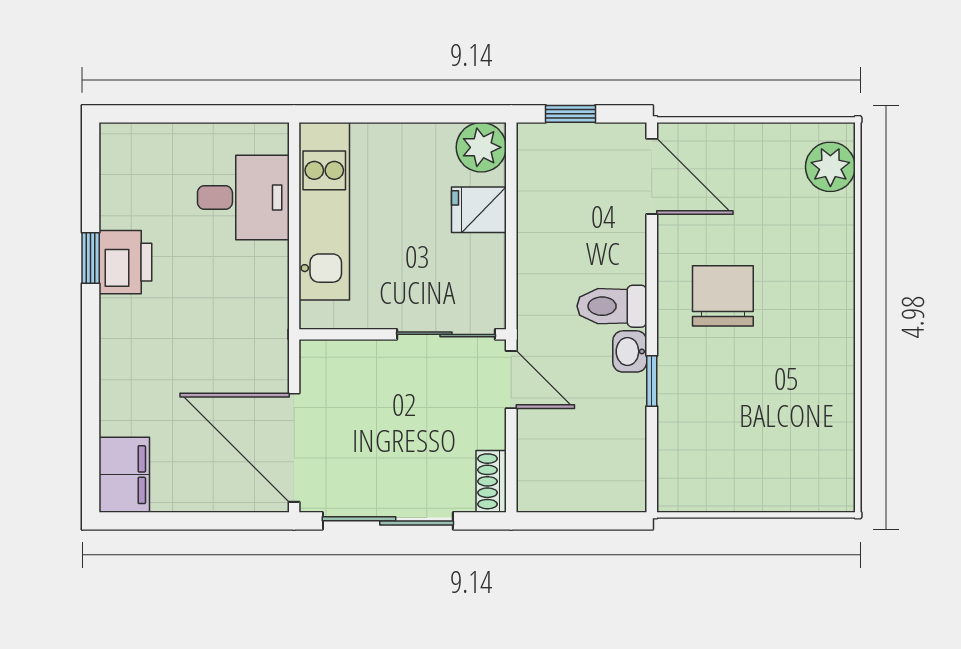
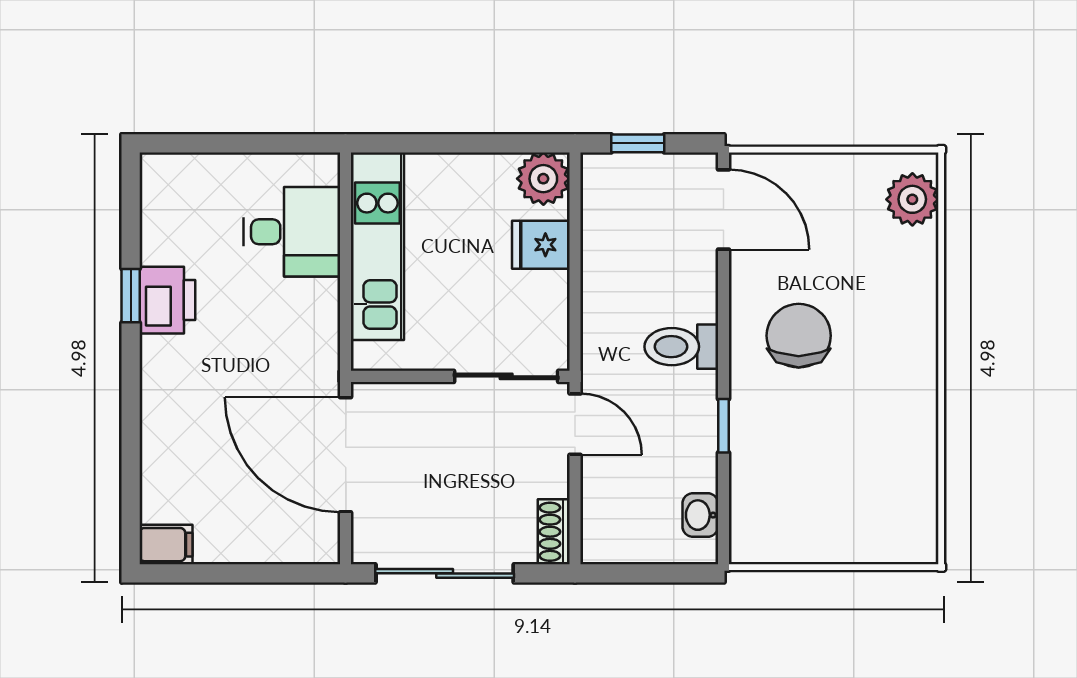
washbasin: (630, 351) -> (700, 515), moved
door: (294, 448) -> (346, 455), moved
filing cabinet: (124, 475) -> (166, 545), width x0.50

